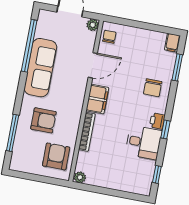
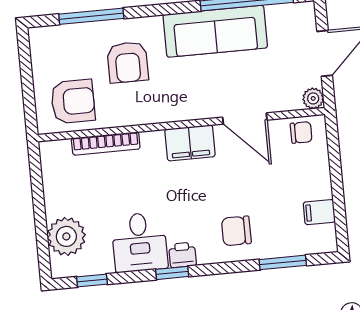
filing cabinet: (172, 43) -> (319, 212), moved
bookcase: (87, 132) -> (106, 144), moved
plant: (80, 177) -> (66, 236), moved, width x1.87, depth x1.87

